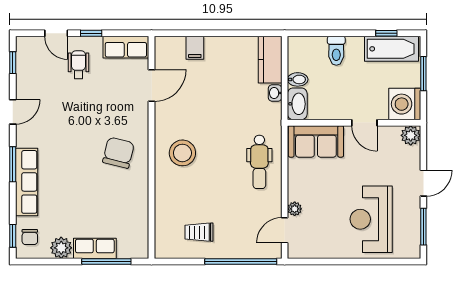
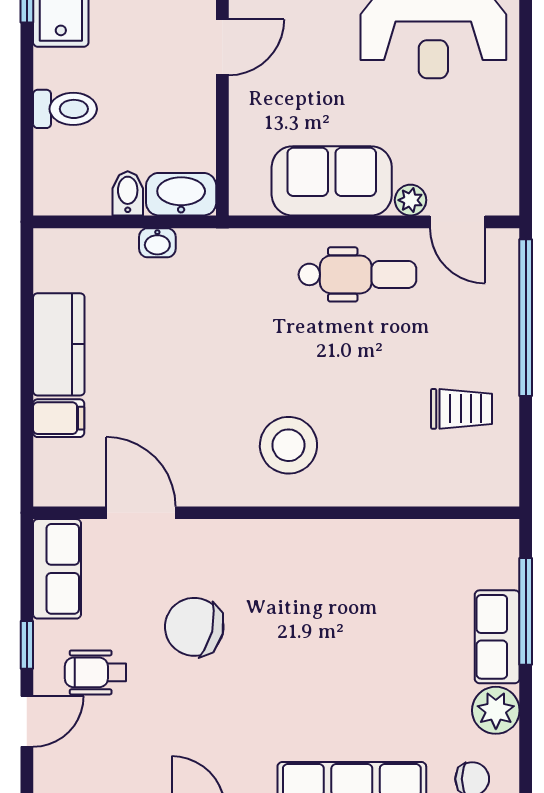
kitchen counter: (270, 60) -> (59, 344), moved, turned -90
sofa: (316, 141) -> (332, 181), moved, turned -90
chair: (118, 153) -> (194, 627), moved
dental chair: (259, 162) -> (357, 274), moved
trolley: (199, 232) -> (462, 409), turned -90

